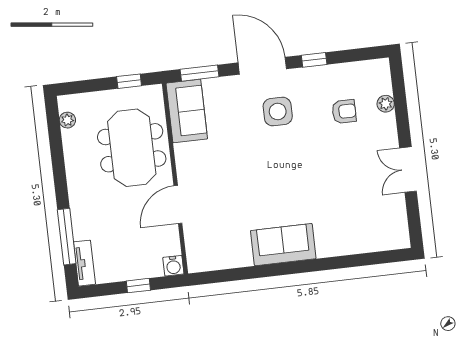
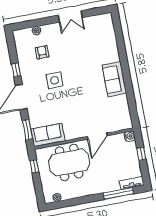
side table: (278, 111) -> (55, 80), moved
door: (178, 204) -> (97, 136), hinge flipped

